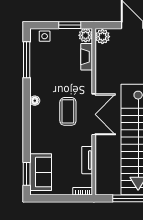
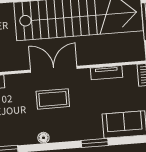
window: (27, 174) -> (95, 143), moved

